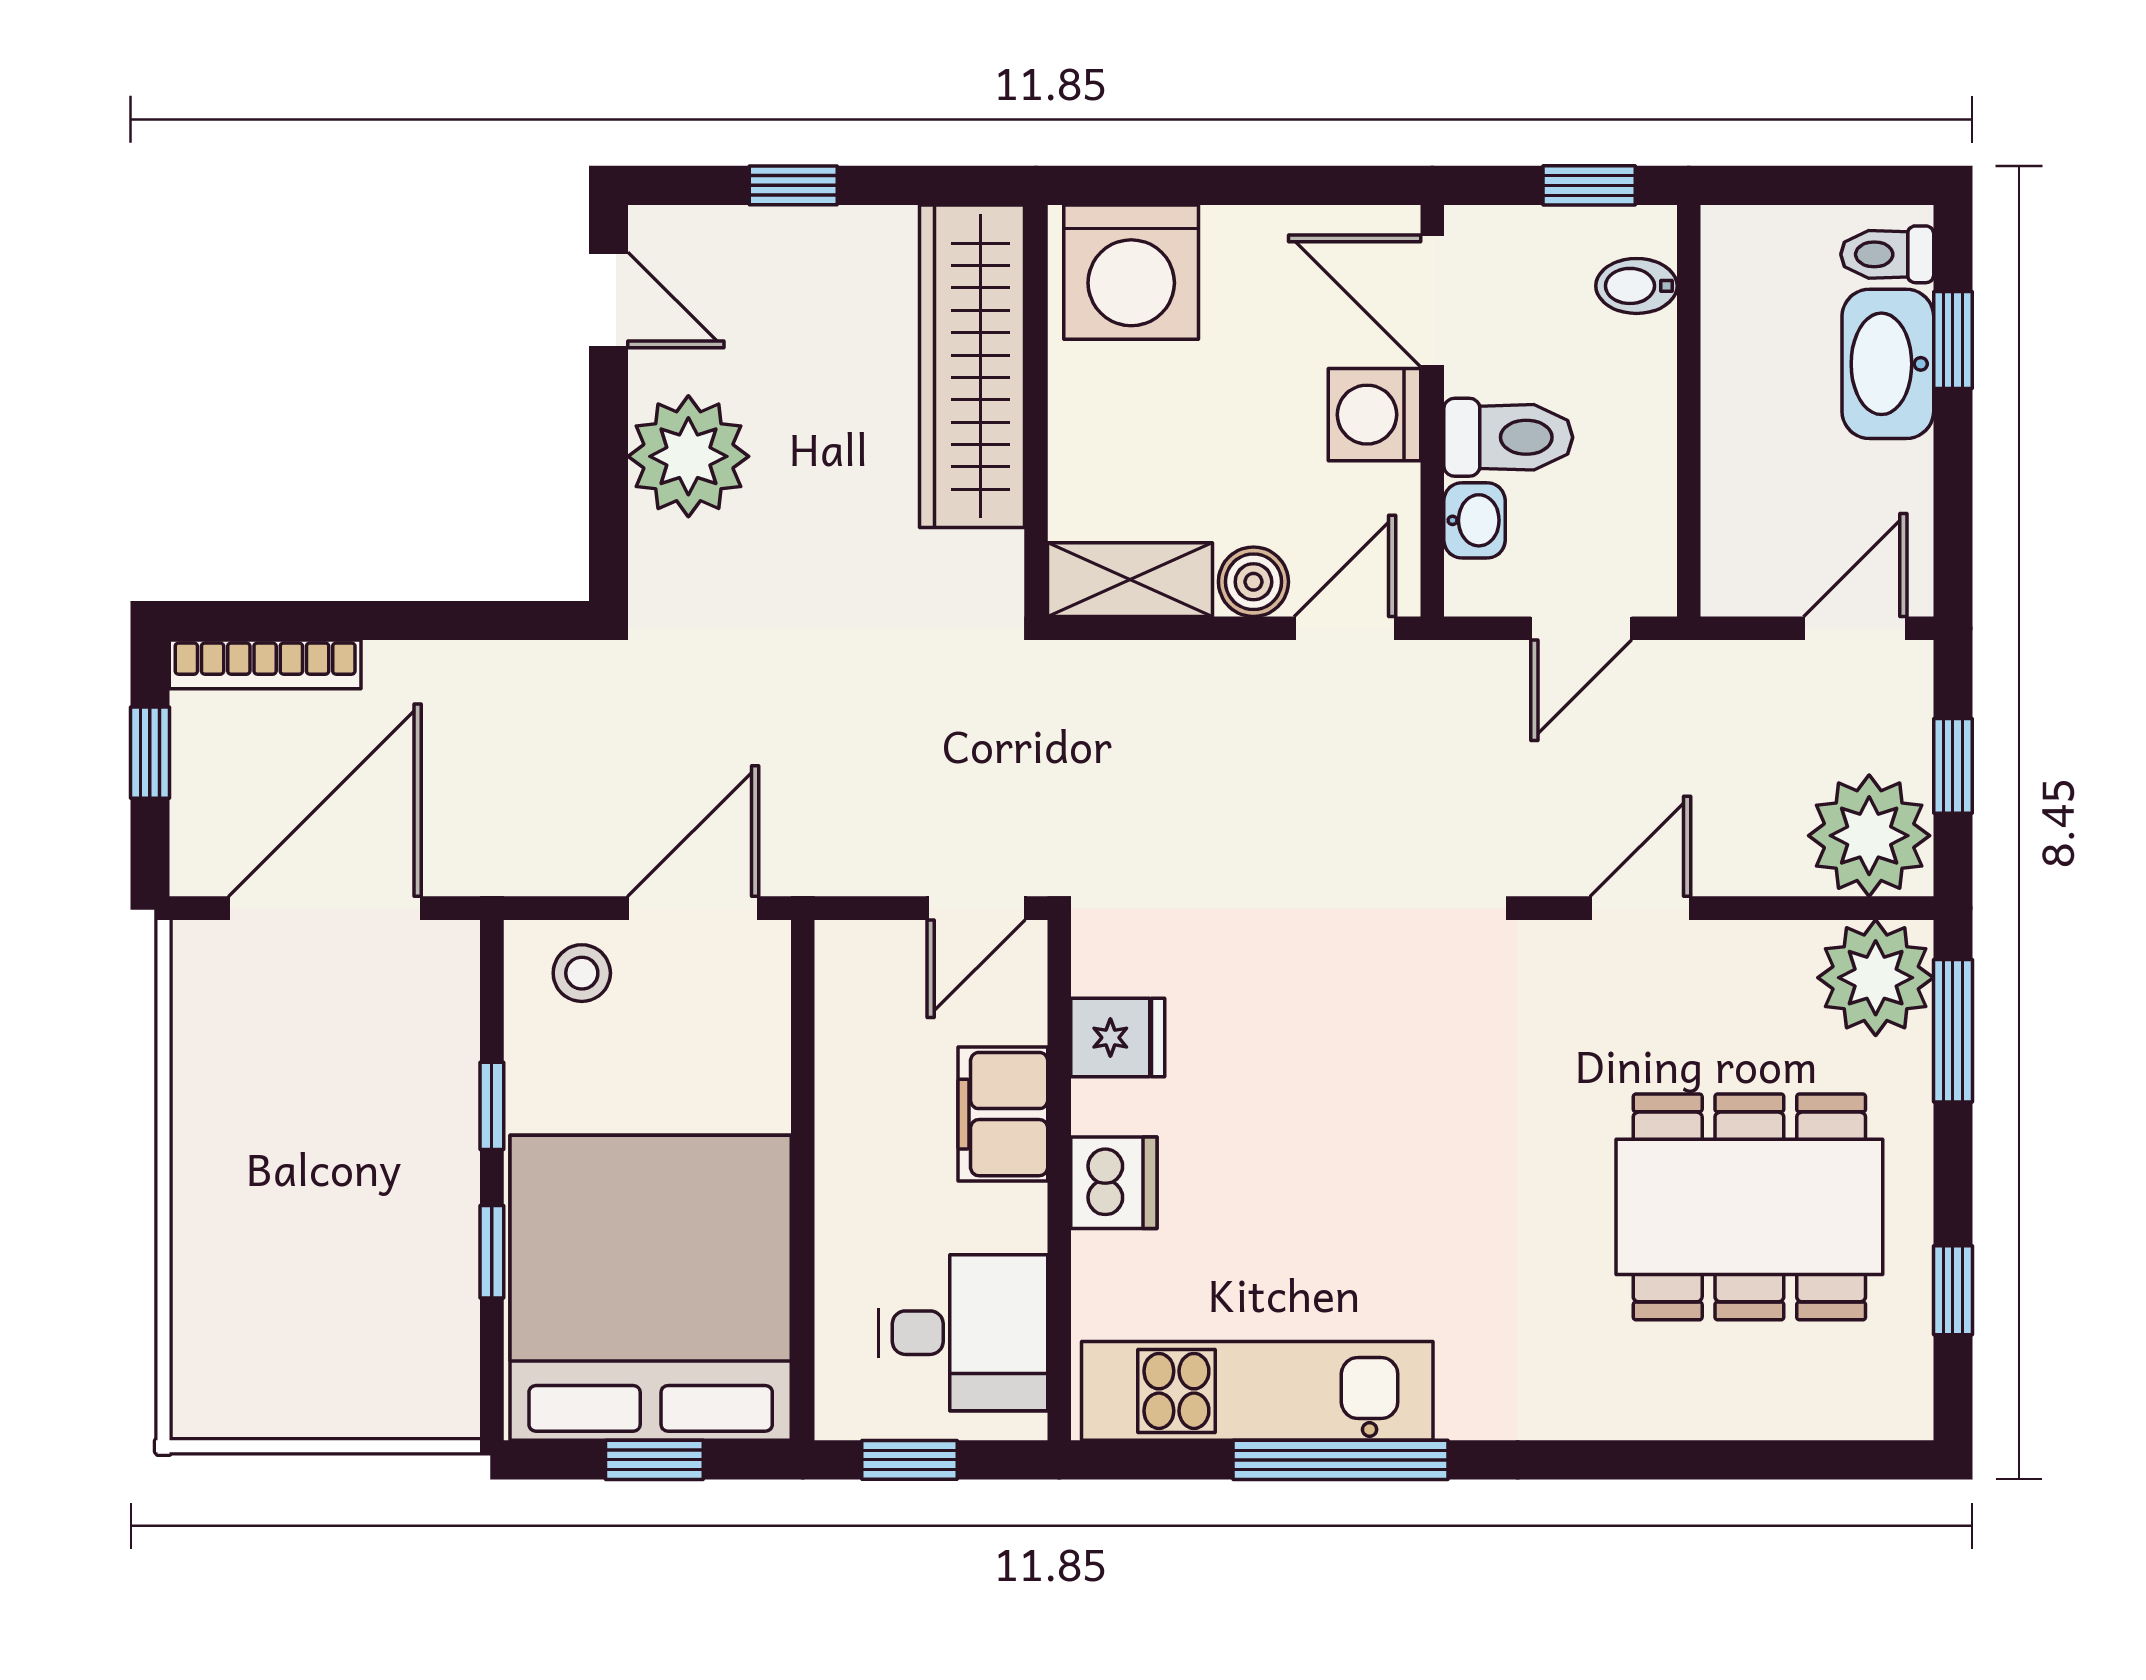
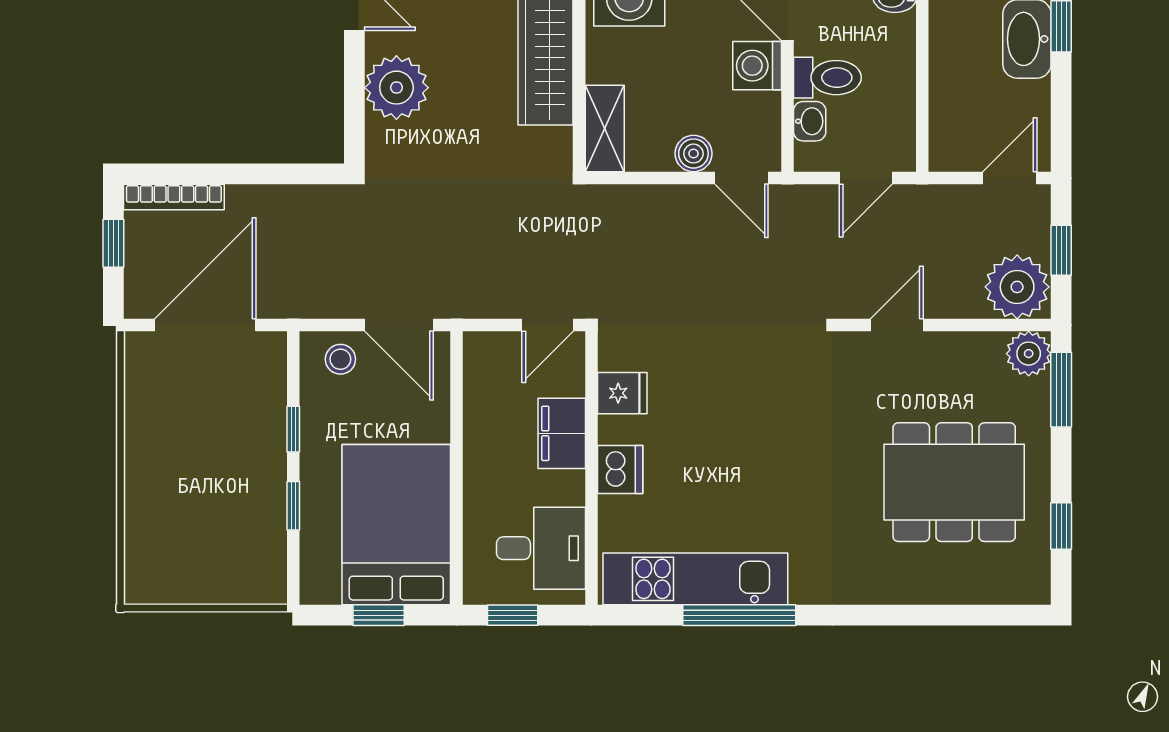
shelving: (1130, 580) -> (605, 129), moved, turned 90
door: (1345, 628) -> (742, 178), swing flipped
door: (693, 908) -> (399, 325), swing flipped
plant: (1876, 978) -> (1029, 354), width x0.73, depth x0.73
bed: (651, 1288) -> (396, 525), width x0.73

